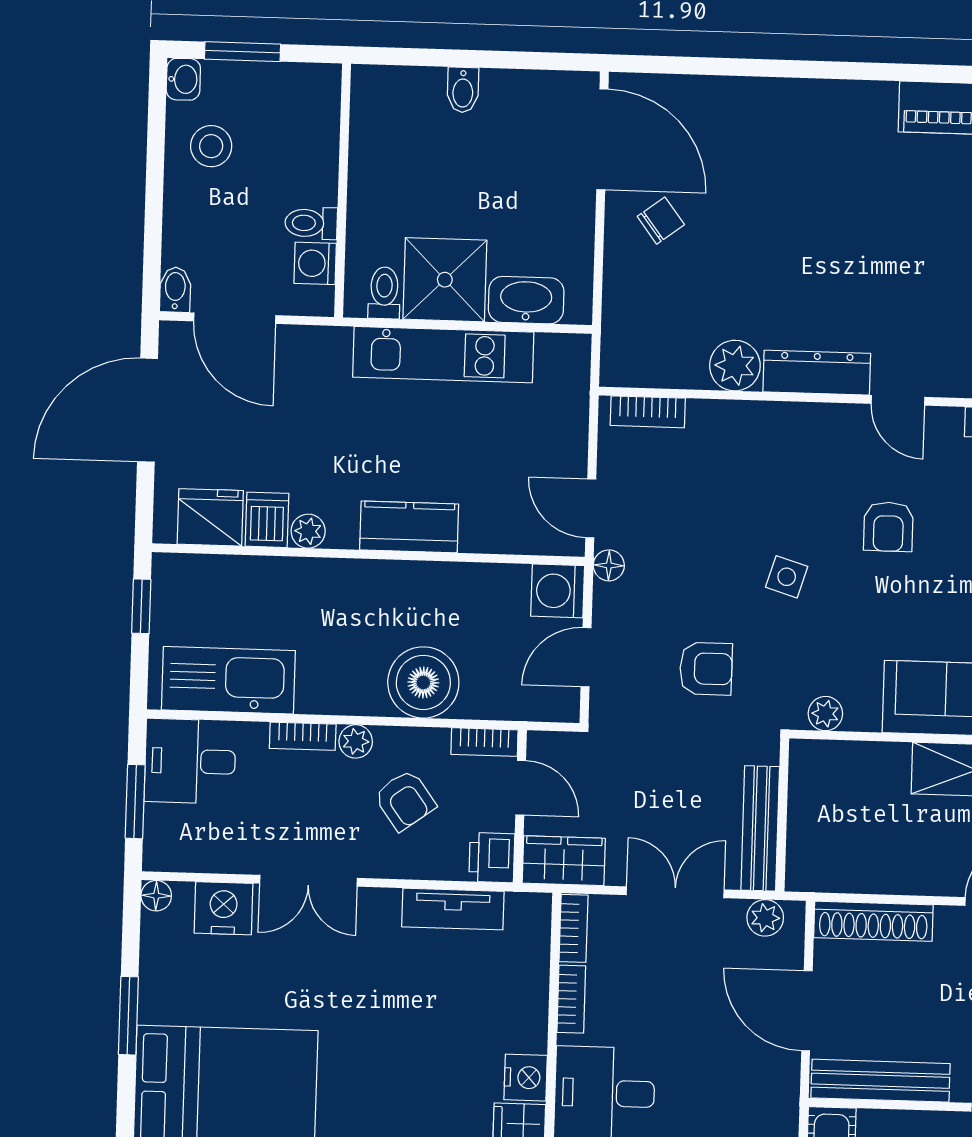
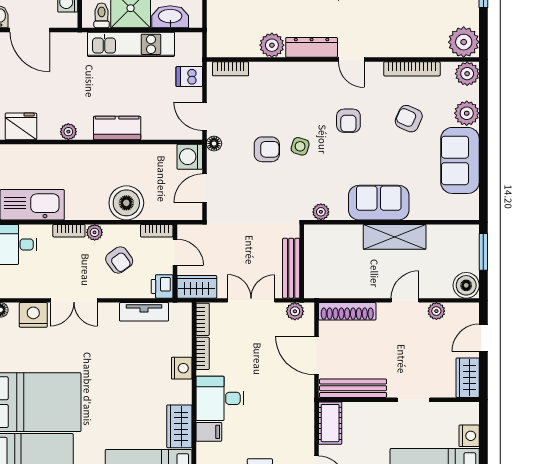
dishwasher: (267, 520) -> (189, 77), moved, turned -90
armchair: (706, 669) -> (267, 149), moved
nightstand: (526, 1078) -> (182, 368), moved

